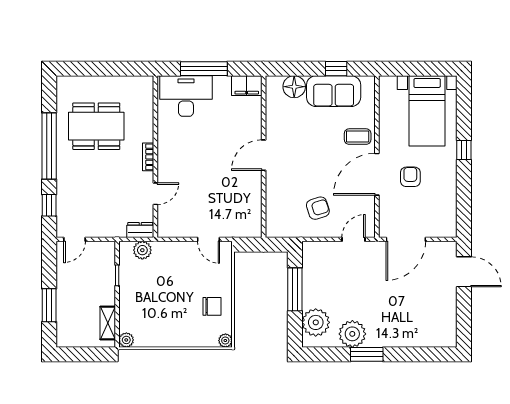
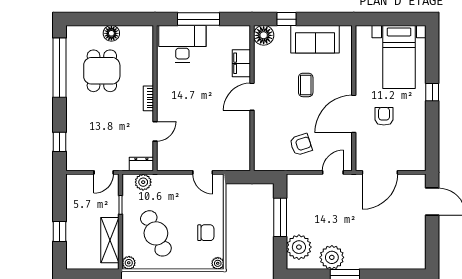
window: (336, 69) -> (286, 19), moved
floor lamp: (107, 84) -> (111, 33), added
filing cabinet: (247, 86) -> (241, 63), moved, turned 90
floor lamp: (294, 87) -> (264, 35), moved
dining table: (96, 126) -> (102, 71), width x0.73
coffee table: (358, 137) -> (306, 85), moved, turned 90
window: (49, 146) -> (60, 68), moved
door: (75, 239) -> (104, 172), moved
window: (49, 305) -> (60, 232), width x0.67
cafe table: (157, 307) -> (156, 233), added
shelving: (108, 323) -> (110, 240), width x1.50, depth x1.33

